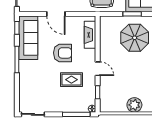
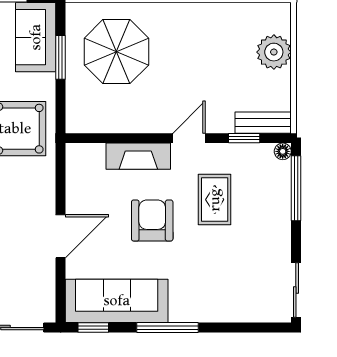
fireplace: (90, 35) -> (138, 156), moved
bench: (104, 100) -> (263, 123), added

